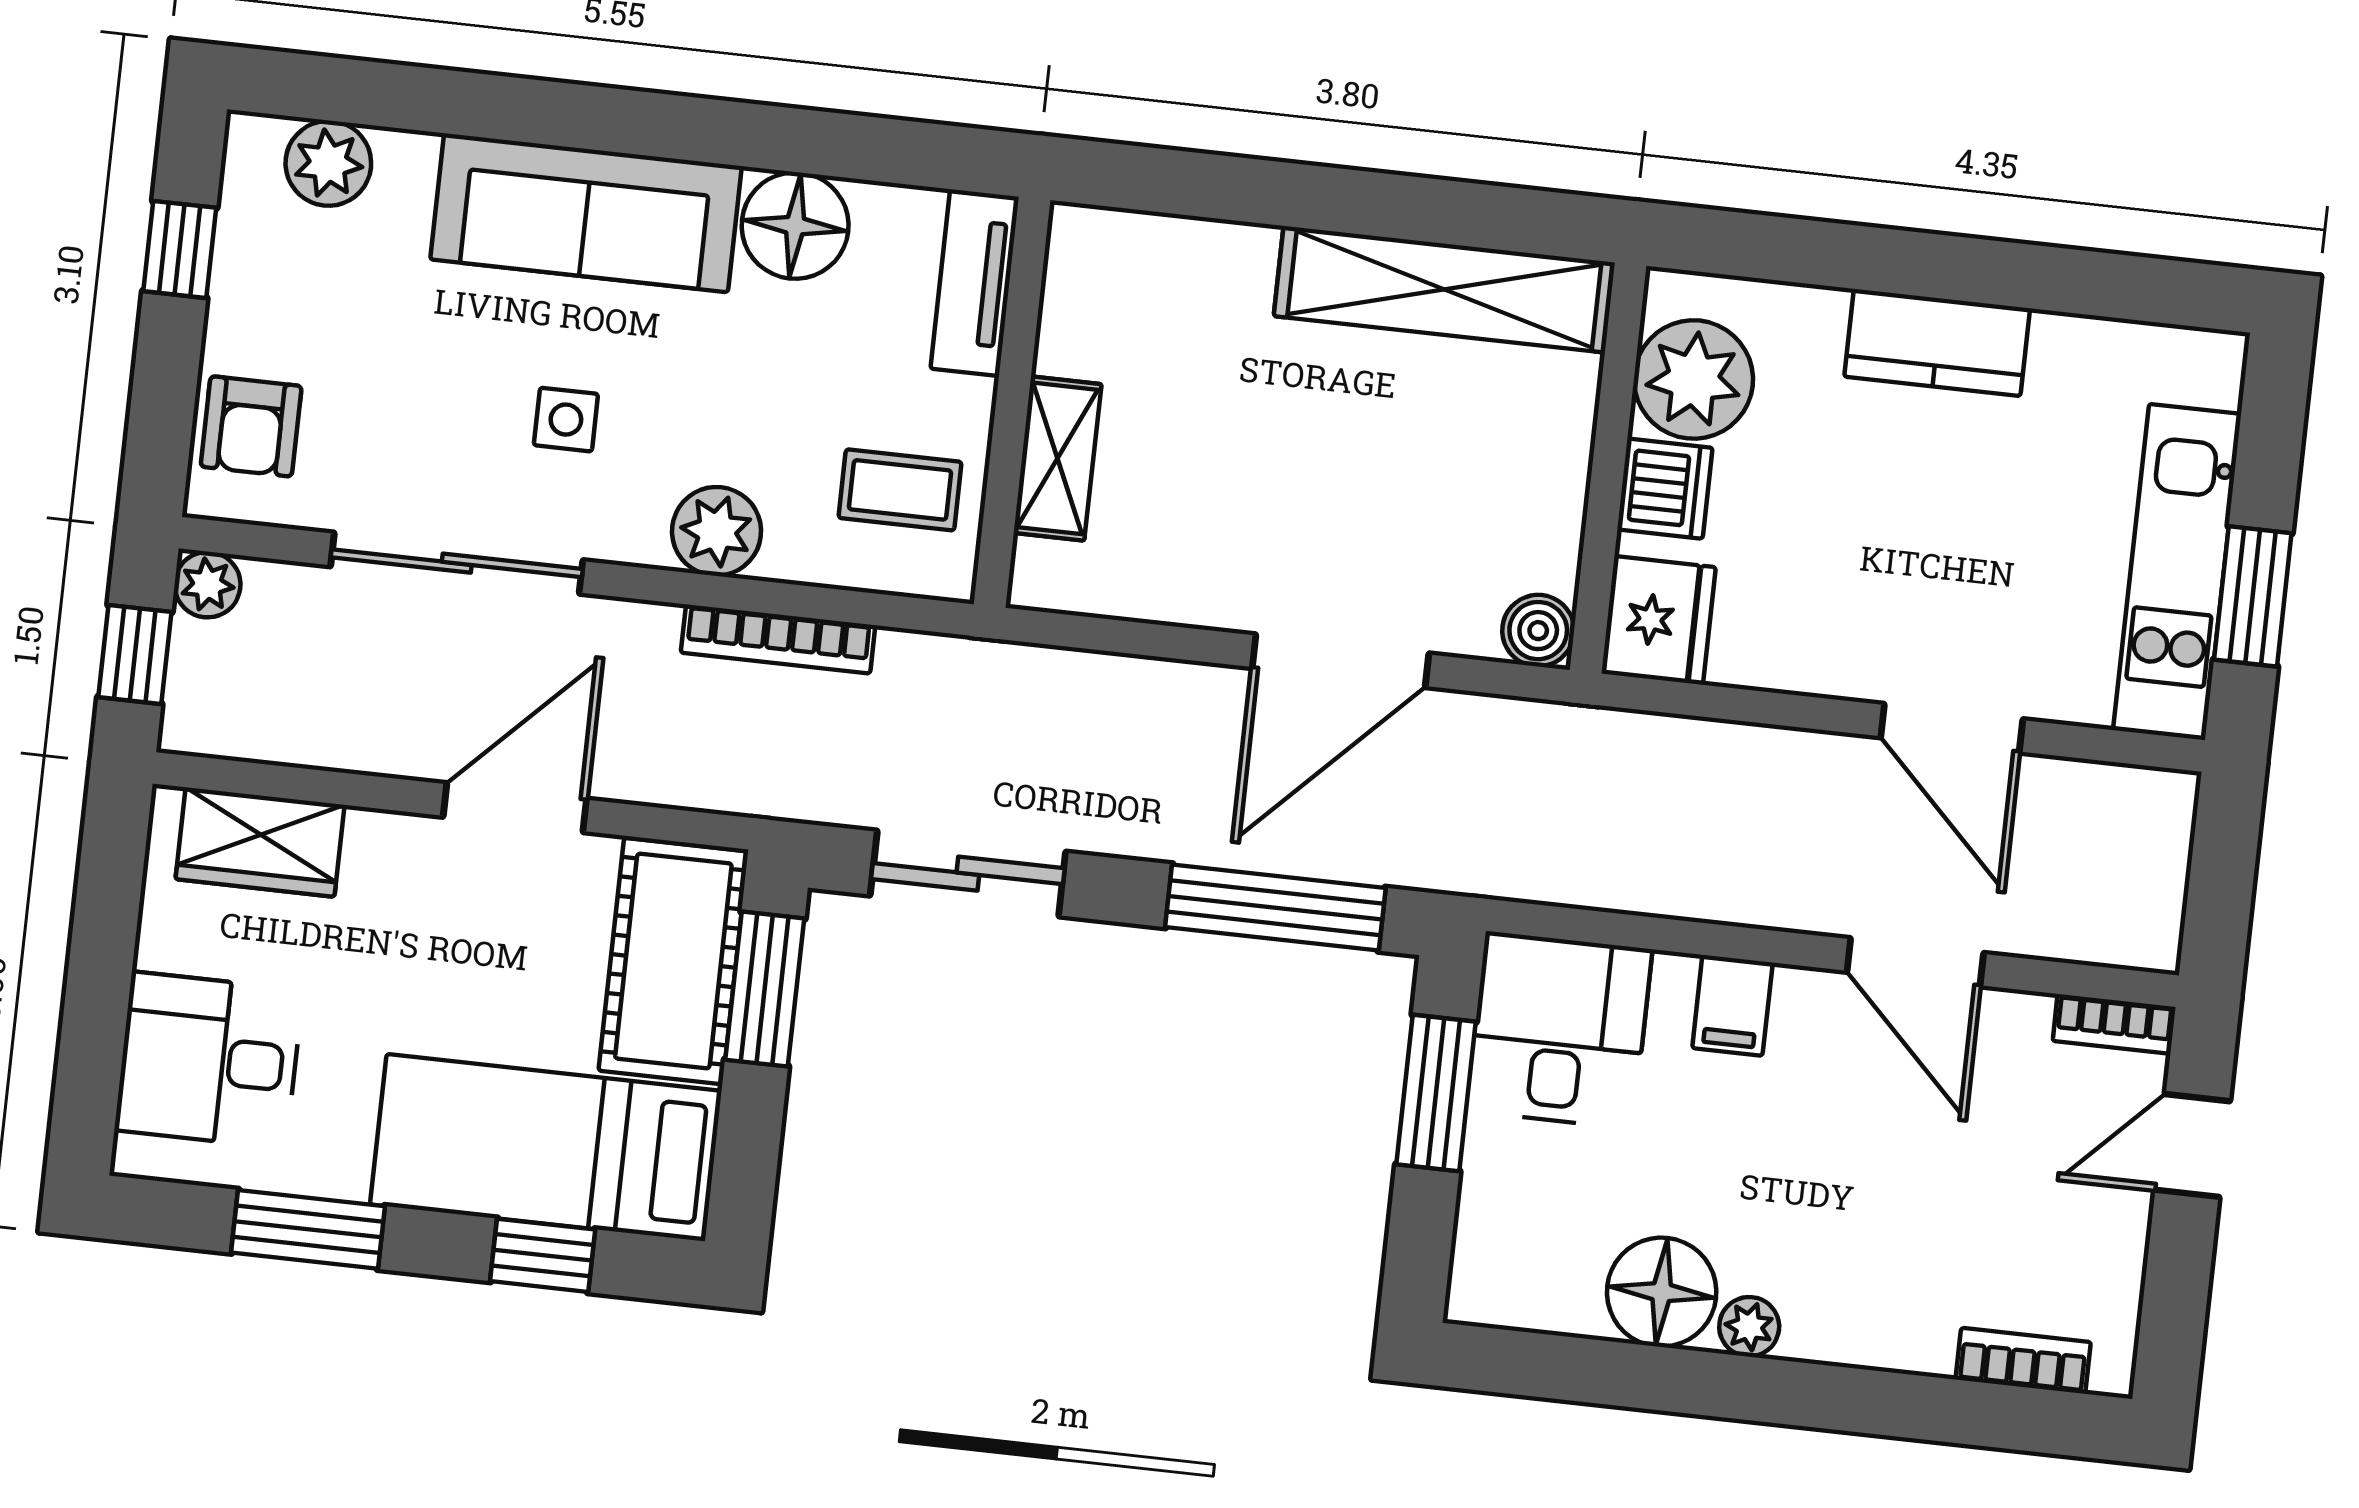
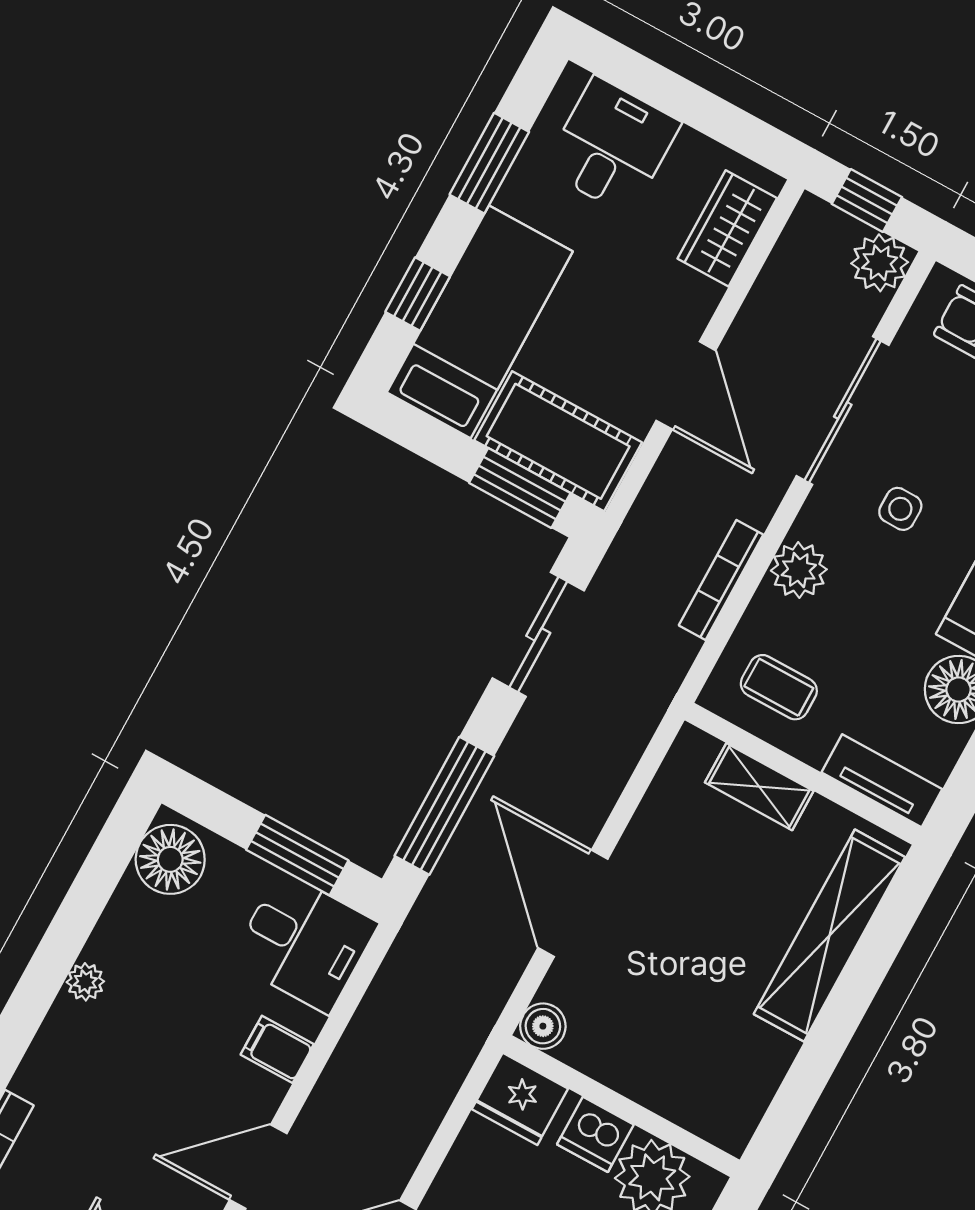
shelving: (1444, 289) -> (829, 936), moved
coffee table: (900, 490) -> (779, 687), turned 90
plant: (208, 585) -> (880, 263), width x1.38, depth x1.38
floor lamp: (1662, 1292) -> (170, 859), moved

